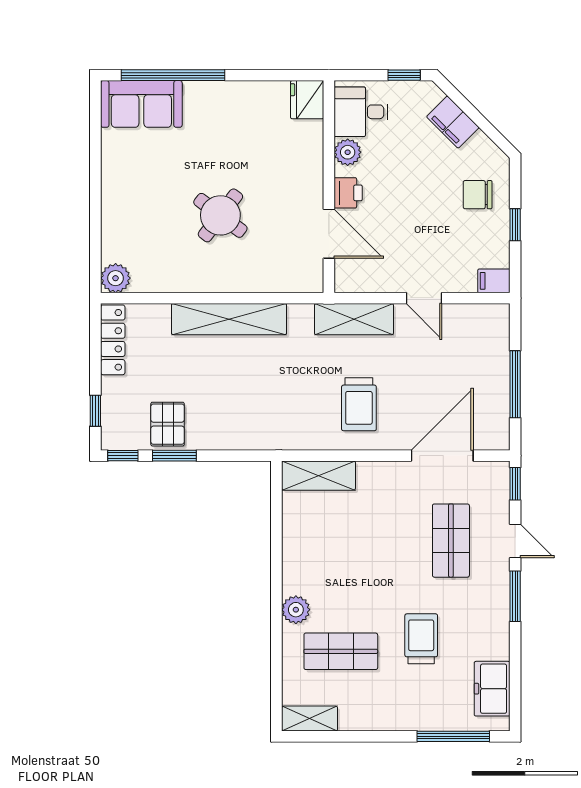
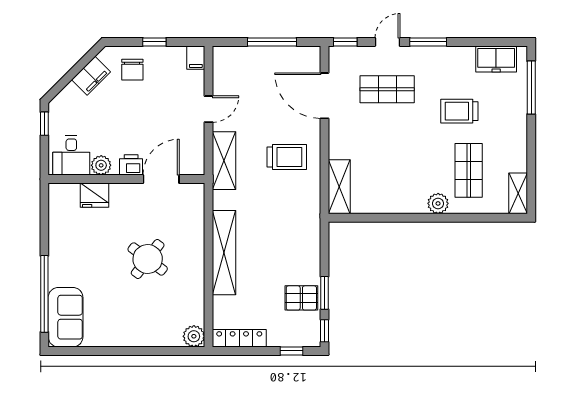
fridge: (307, 100) -> (94, 195), moved
filing cabinet: (453, 122) -> (91, 76), moved

